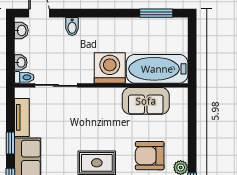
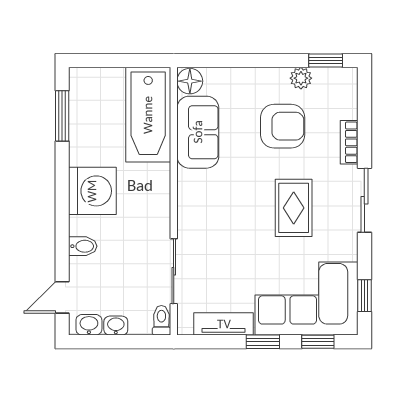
washbasin: (21, 62) -> (116, 326), moved
washing machine: (110, 68) -> (92, 191), moved, turned 180
floor lamp: (179, 96) -> (190, 81), added
armchair: (150, 156) -> (283, 126), turned -90

